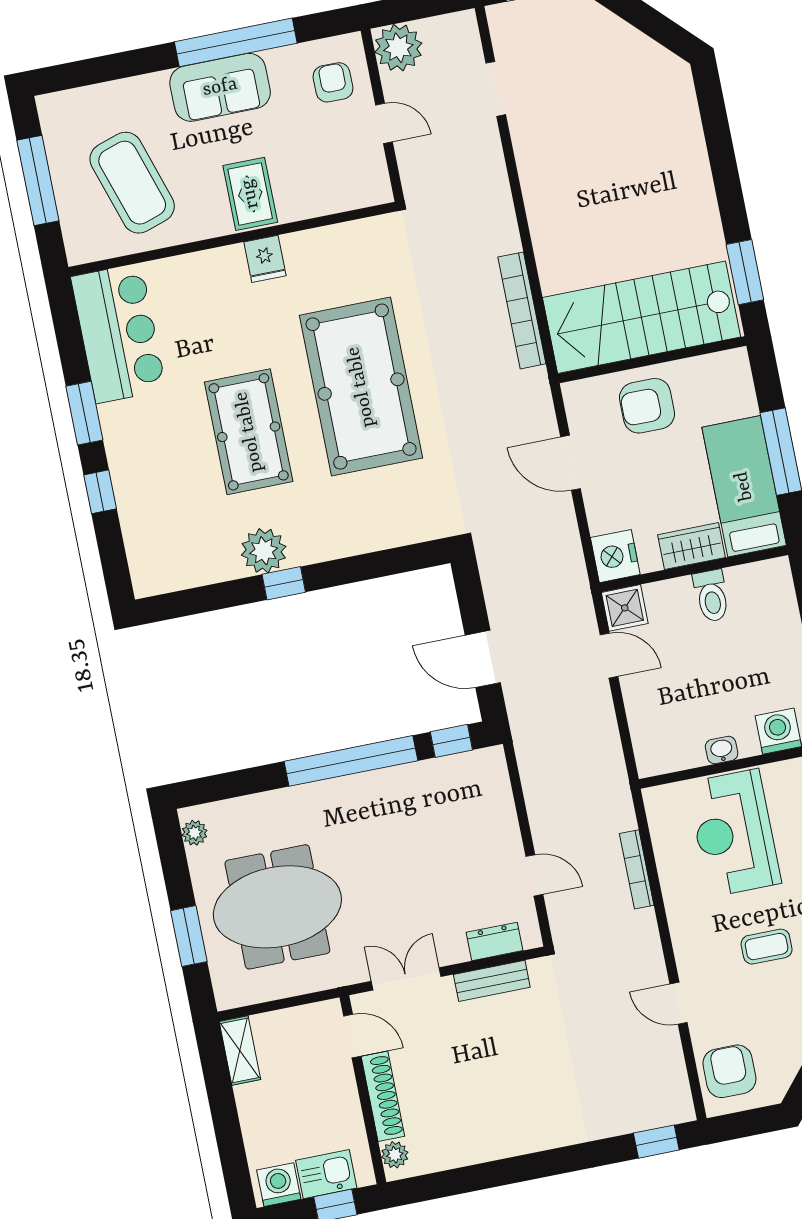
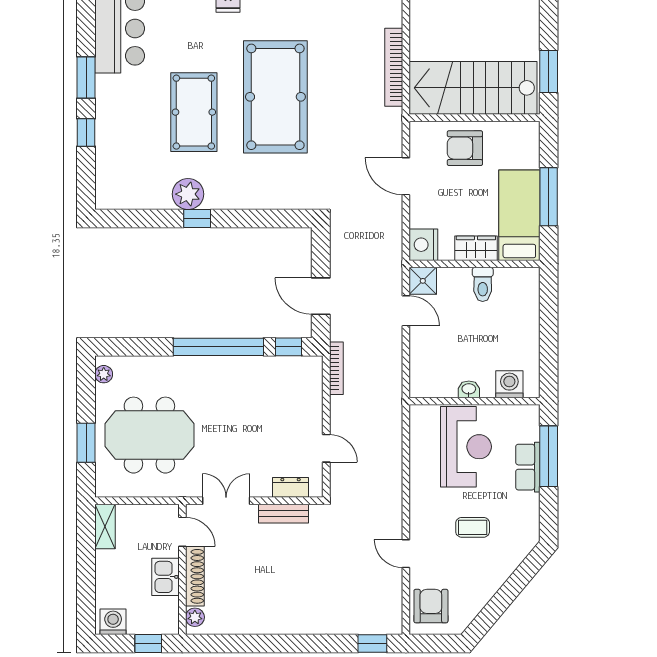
reception desk: (734, 833) -> (466, 447), turned 180
bookcase: (637, 869) -> (336, 368), moved, turned 180
kitchen sink: (326, 1174) -> (165, 577), moved, turned -90

